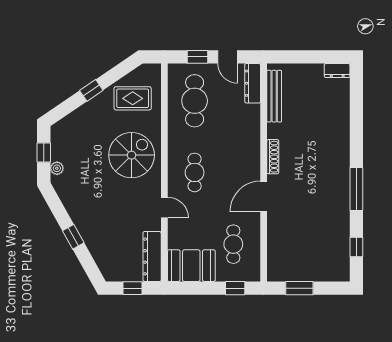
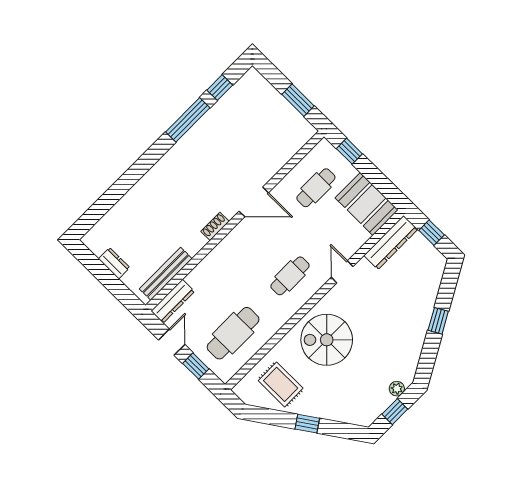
dresser: (337, 71) -> (114, 263), moved
shoe rack: (273, 157) -> (215, 226), width x0.70
window: (356, 189) -> (188, 120), moved

